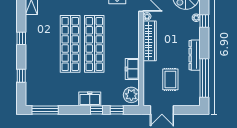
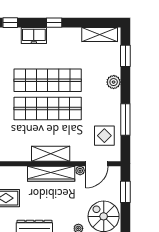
shelving: (133, 41) -> (51, 154), added
freezer: (132, 69) -> (34, 36), moved, turned 180

